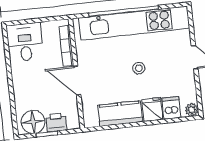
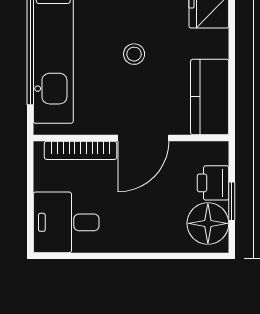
stool: (139, 68) -> (134, 54), moved
kitchen counter: (120, 114) -> (210, 97), moved

